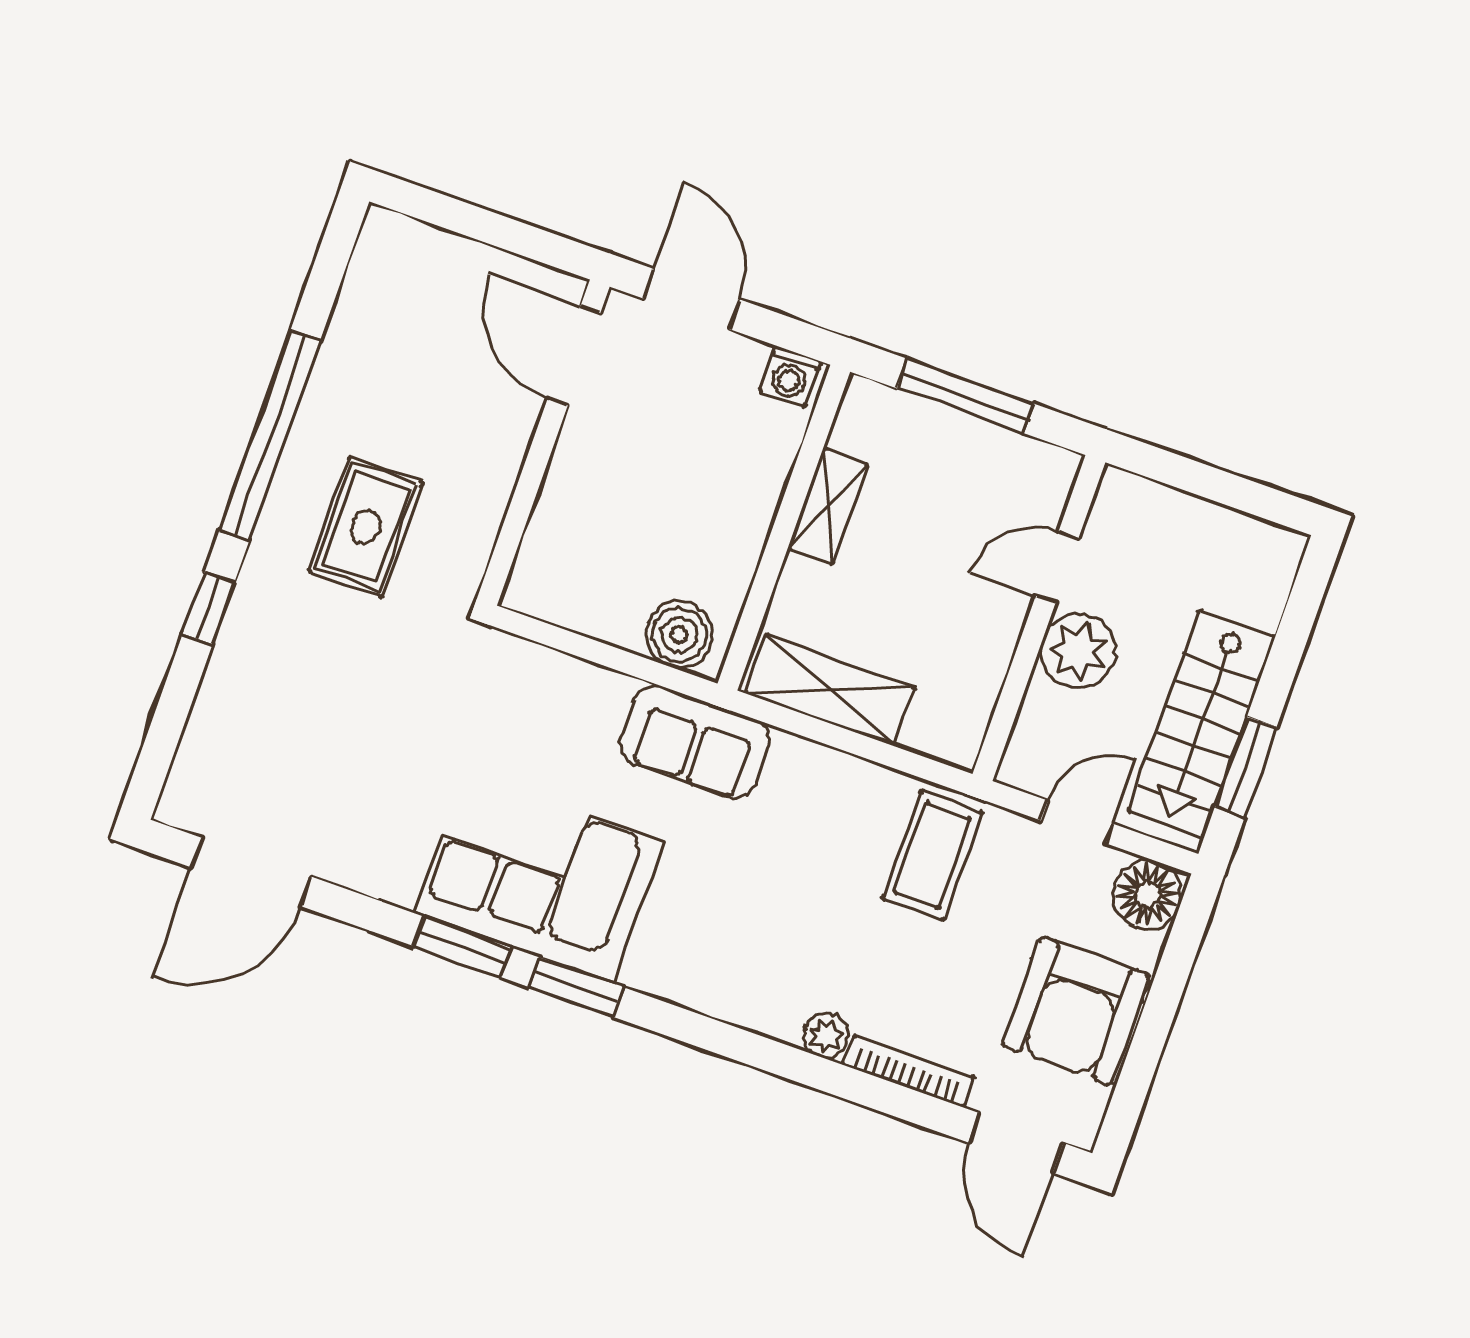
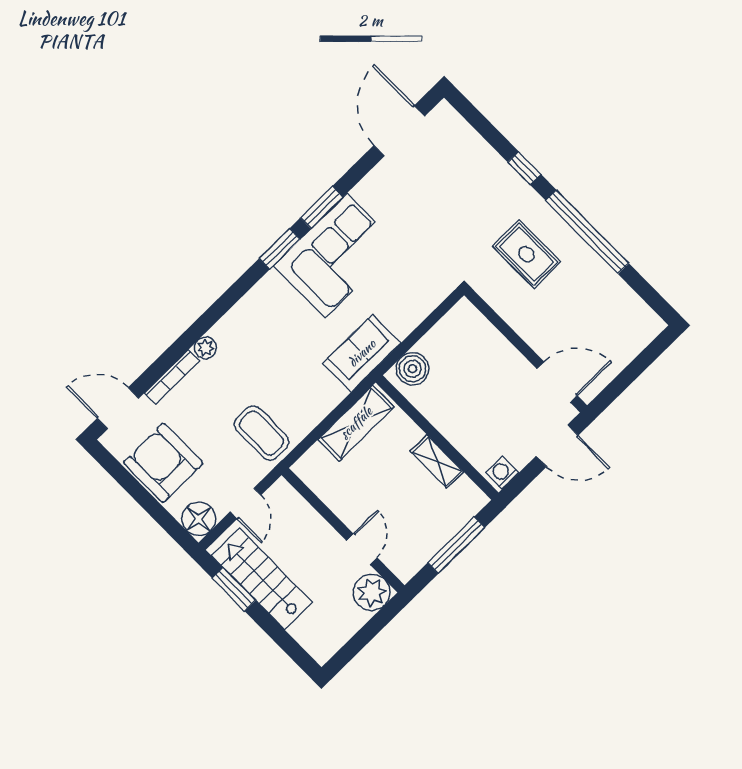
plant: (1078, 651) -> (372, 592), moved

